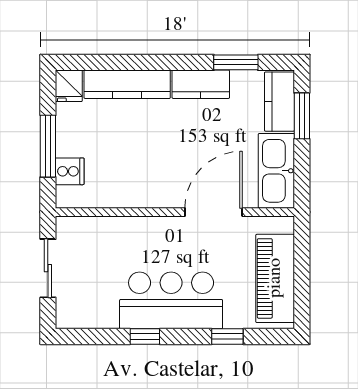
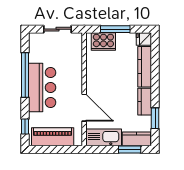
cooker: (70, 171) -> (103, 42), width x1.87, depth x1.31
window: (145, 336) -> (25, 75), width x3.17
window: (227, 336) -> (25, 127), moved

